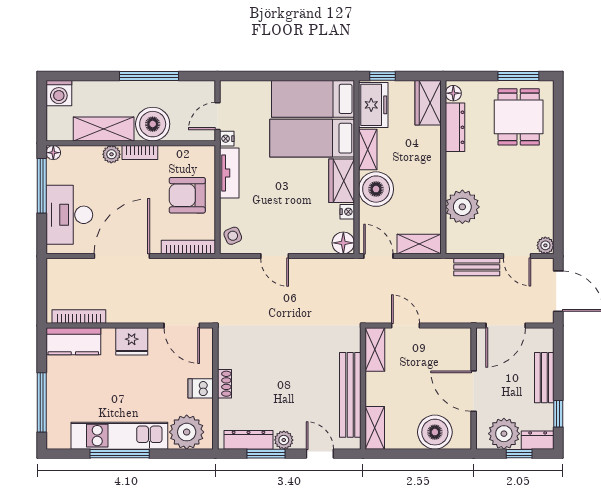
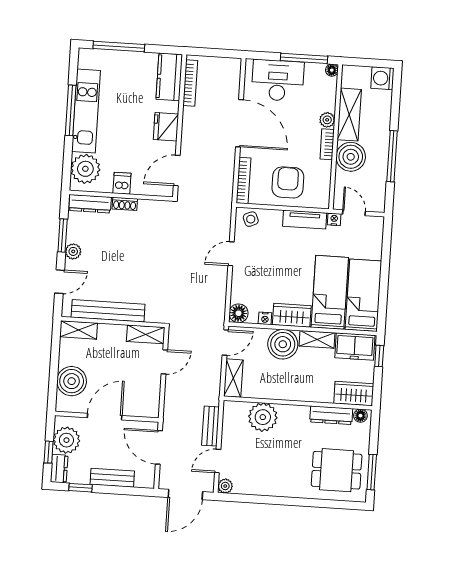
dresser: (248, 440) -> (90, 204), moved, turned 90

